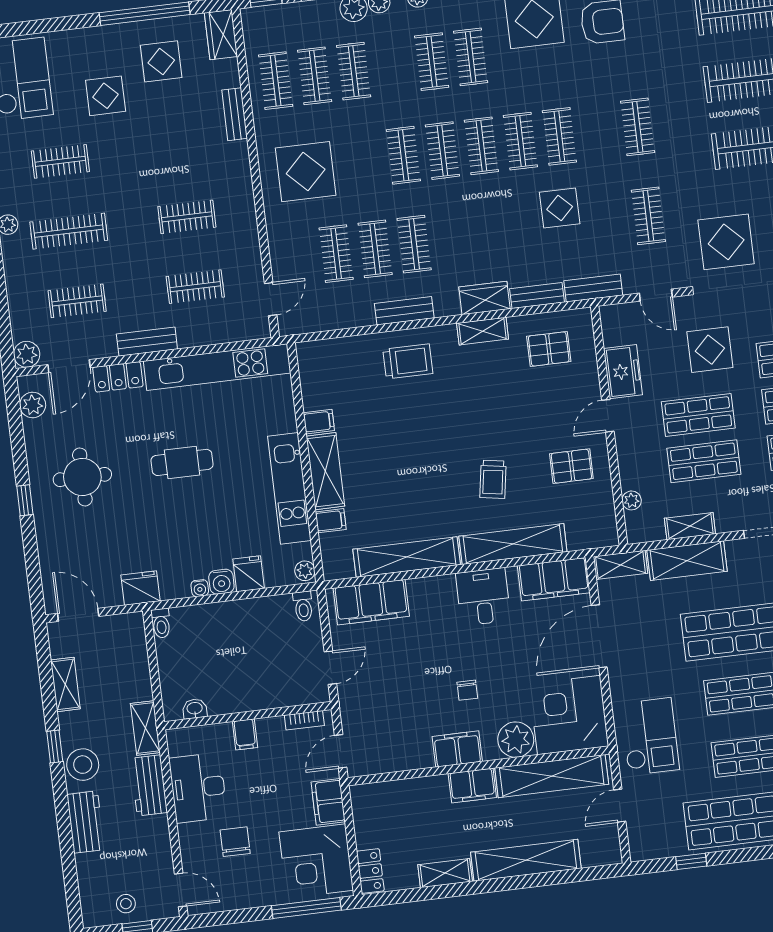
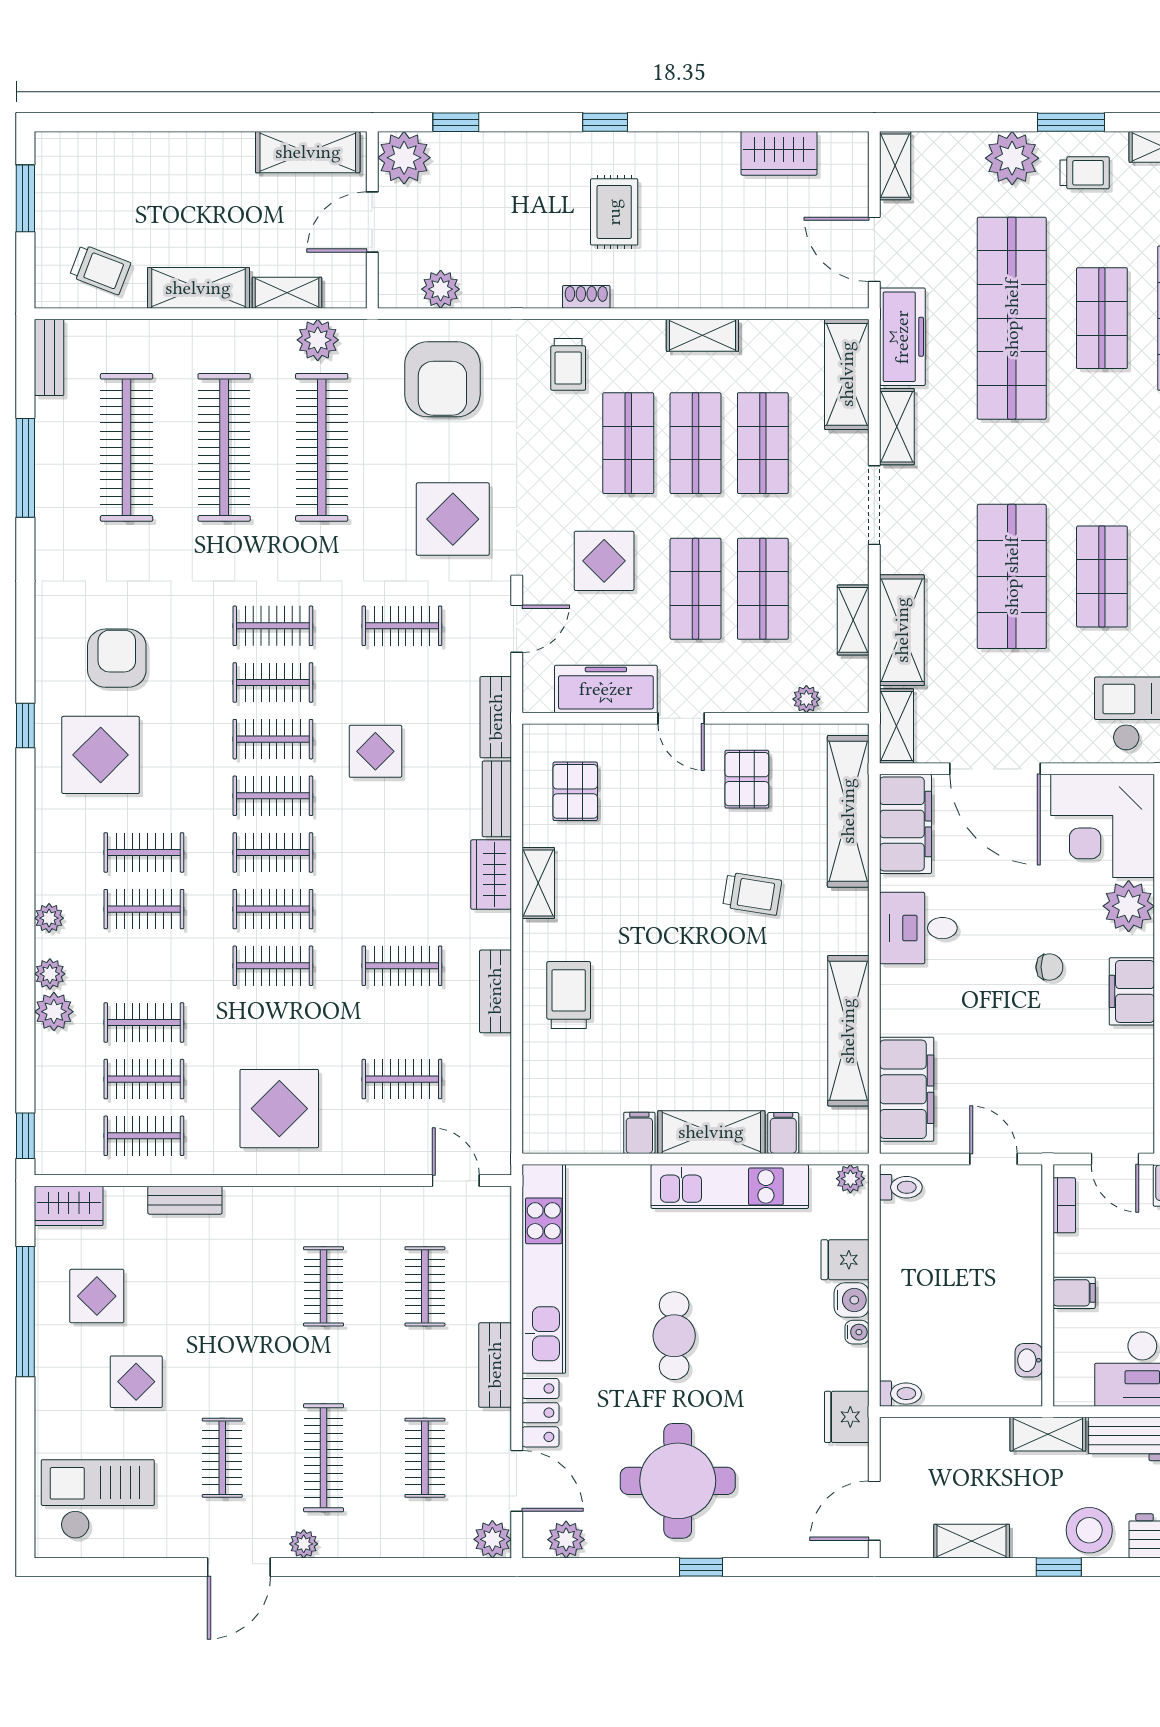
clothes rail: (375, 249) -> (273, 682), moved
freezer: (623, 372) -> (606, 689), width x1.40
round table: (82, 477) -> (678, 1481), width x1.36, depth x1.36
shelving: (513, 544) -> (848, 811), moved

